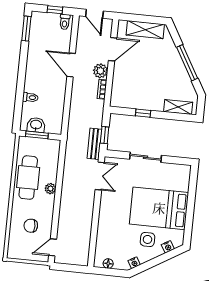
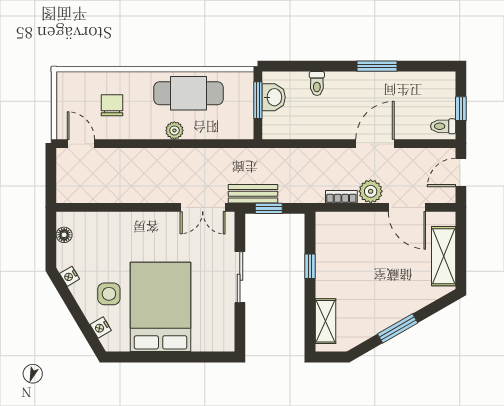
window: (26, 29) -> (377, 66), moved
window: (187, 63) -> (398, 328), width x0.69

